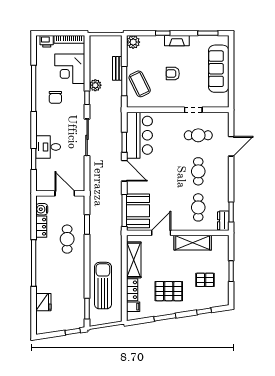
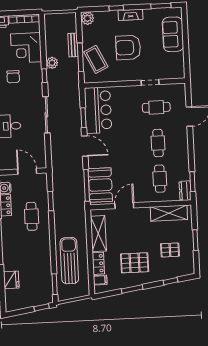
sofa: (219, 69) -> (173, 34), width x0.73
armchair: (173, 74) -> (128, 47), width x1.88, depth x1.88
shelving: (193, 243) -> (169, 213), moved

